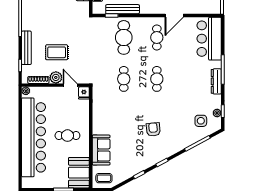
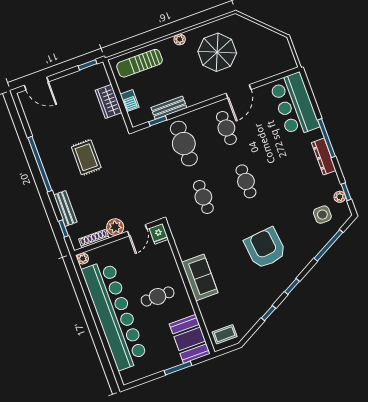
bench: (123, 9) -> (169, 108), width x0.73
bench: (26, 48) -> (65, 209), width x0.73
rug: (57, 52) -> (86, 157), moved, turned 90
door: (70, 85) -> (137, 230), swing flipped
armchair: (153, 129) -> (265, 248), width x1.88, depth x1.88
sofa: (101, 150) -> (200, 277), moved

